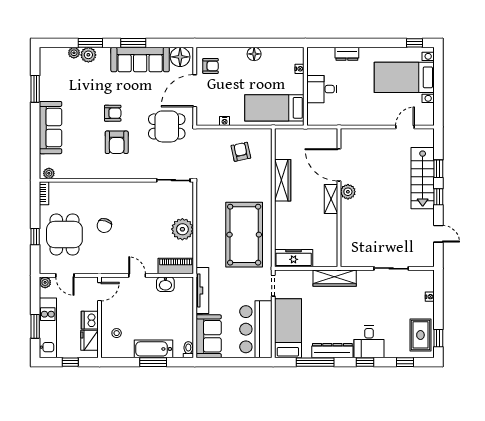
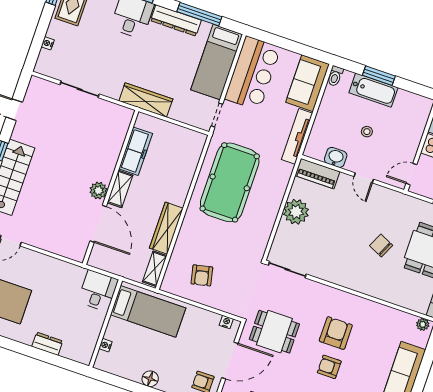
desk: (322, 89) -> (98, 291), moved, turned -90
nightstand: (225, 121) -> (226, 322), moved
shelving: (281, 144) -> (155, 269), added
chair: (104, 226) -> (381, 246), turned -82
freezer: (294, 258) -> (136, 151), moved, turned -90
stool: (117, 333) -> (367, 132), moved

